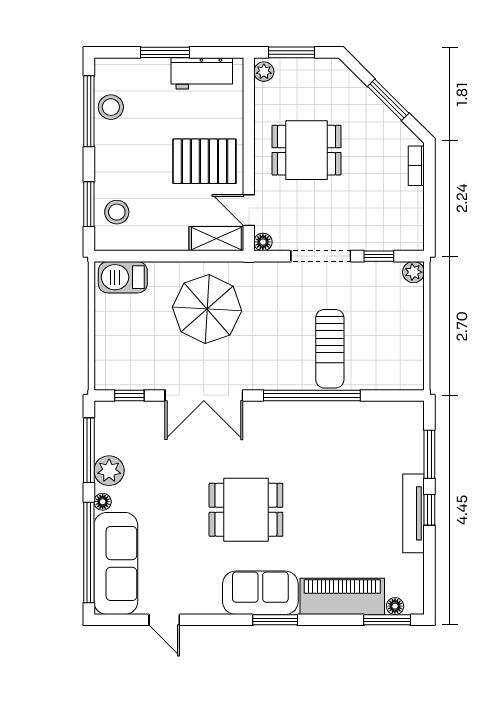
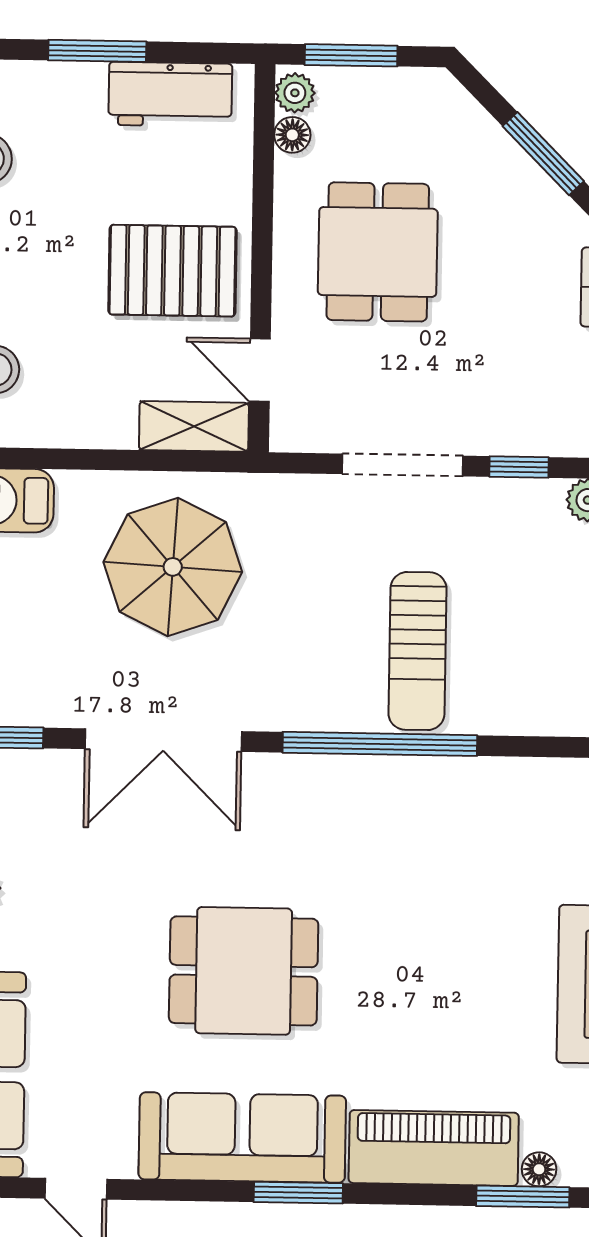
dining table: (307, 150) -> (378, 252), turned 90
floor lamp: (263, 242) -> (292, 135), moved
sofa: (260, 593) -> (242, 1138), width x1.36

